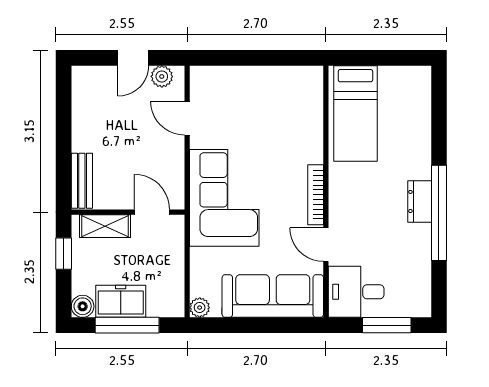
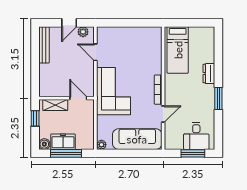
bench: (82, 181) -> (44, 45), moved, width x1.36
dresser: (420, 201) -> (209, 74), moved
window: (439, 213) -> (218, 99), width x0.47
door: (326, 245) -> (163, 114), swing flipped
desk: (356, 292) -> (196, 136), moved, turned -90

